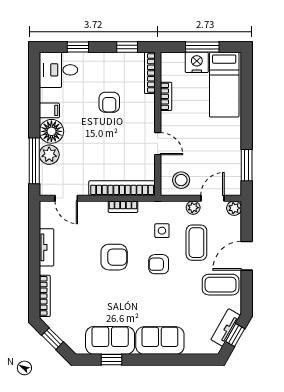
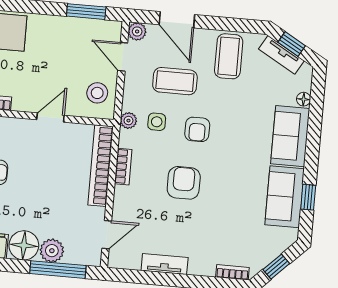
plant: (193, 208) -> (128, 121), moved
door: (247, 256) -> (177, 20), moved
bookcase: (45, 296) -> (232, 272), width x0.64
floor lamp: (191, 349) -> (304, 99), added

